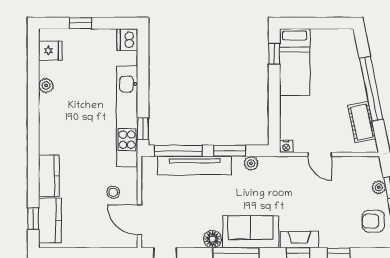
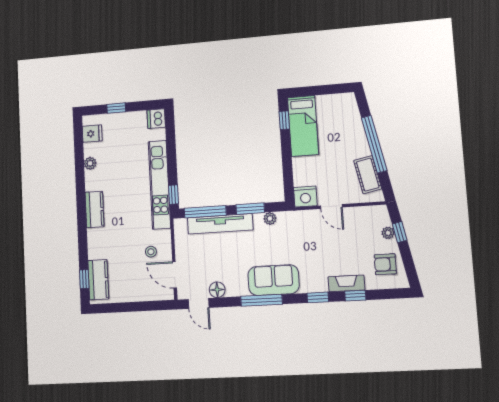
nightstand: (286, 146) -> (305, 197), width x1.89, depth x1.79
kitchen counter: (49, 176) -> (94, 209), moved
floor lamp: (212, 239) -> (217, 290), moved
fireplace: (299, 240) -> (346, 283), moved

